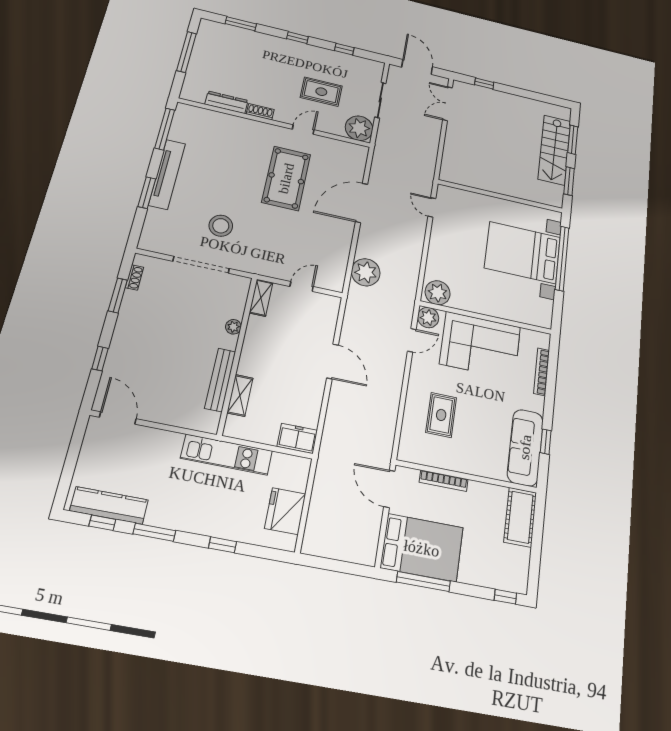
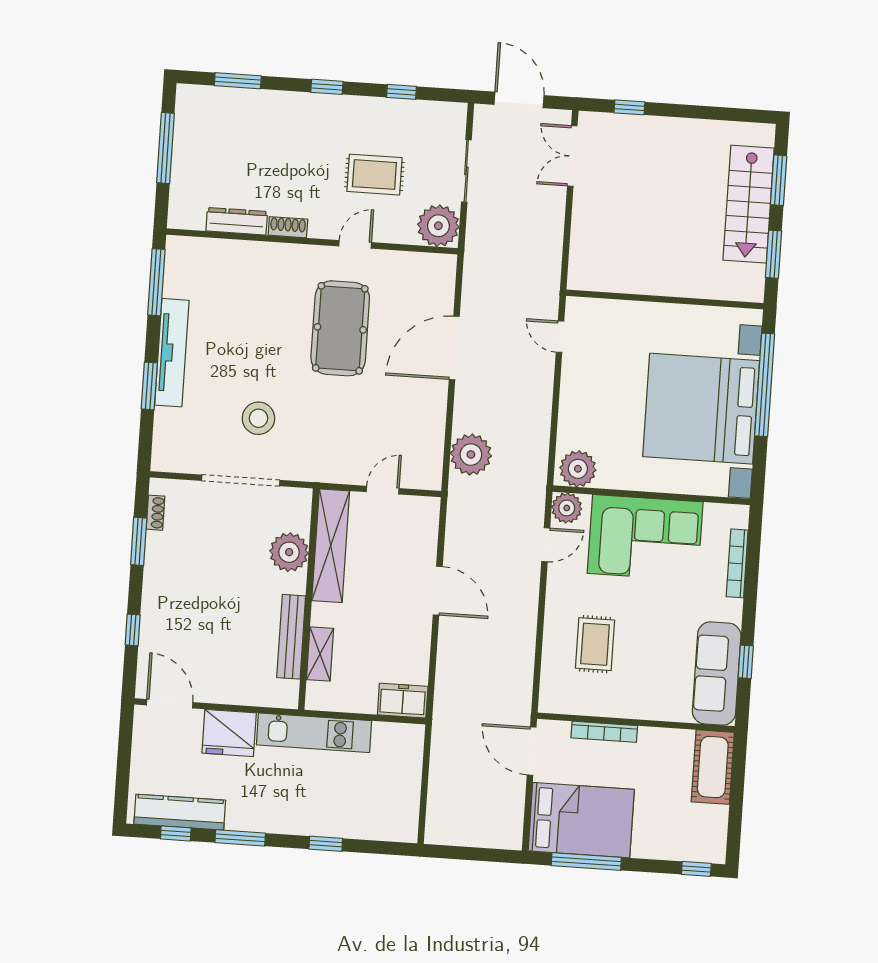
bed with nightstands: (523, 253) -> (701, 409), width x1.36
shelving: (261, 298) -> (331, 546), width x2.20, depth x1.33
plant: (233, 327) -> (289, 552), width x1.87, depth x1.87
fridge: (285, 511) -> (229, 733), moved, turned -90

